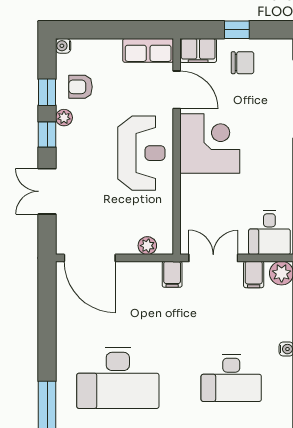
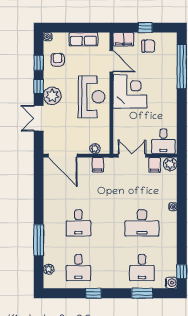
row of seats: (148, 50) -> (83, 39), moved
armchair: (81, 87) -> (57, 60), turned 90
plant: (64, 118) -> (52, 96), moved, width x1.88, depth x1.88
filing cabinet: (172, 274) -> (98, 165), moved
desk: (118, 378) -> (78, 223), width x0.53, depth x0.77

